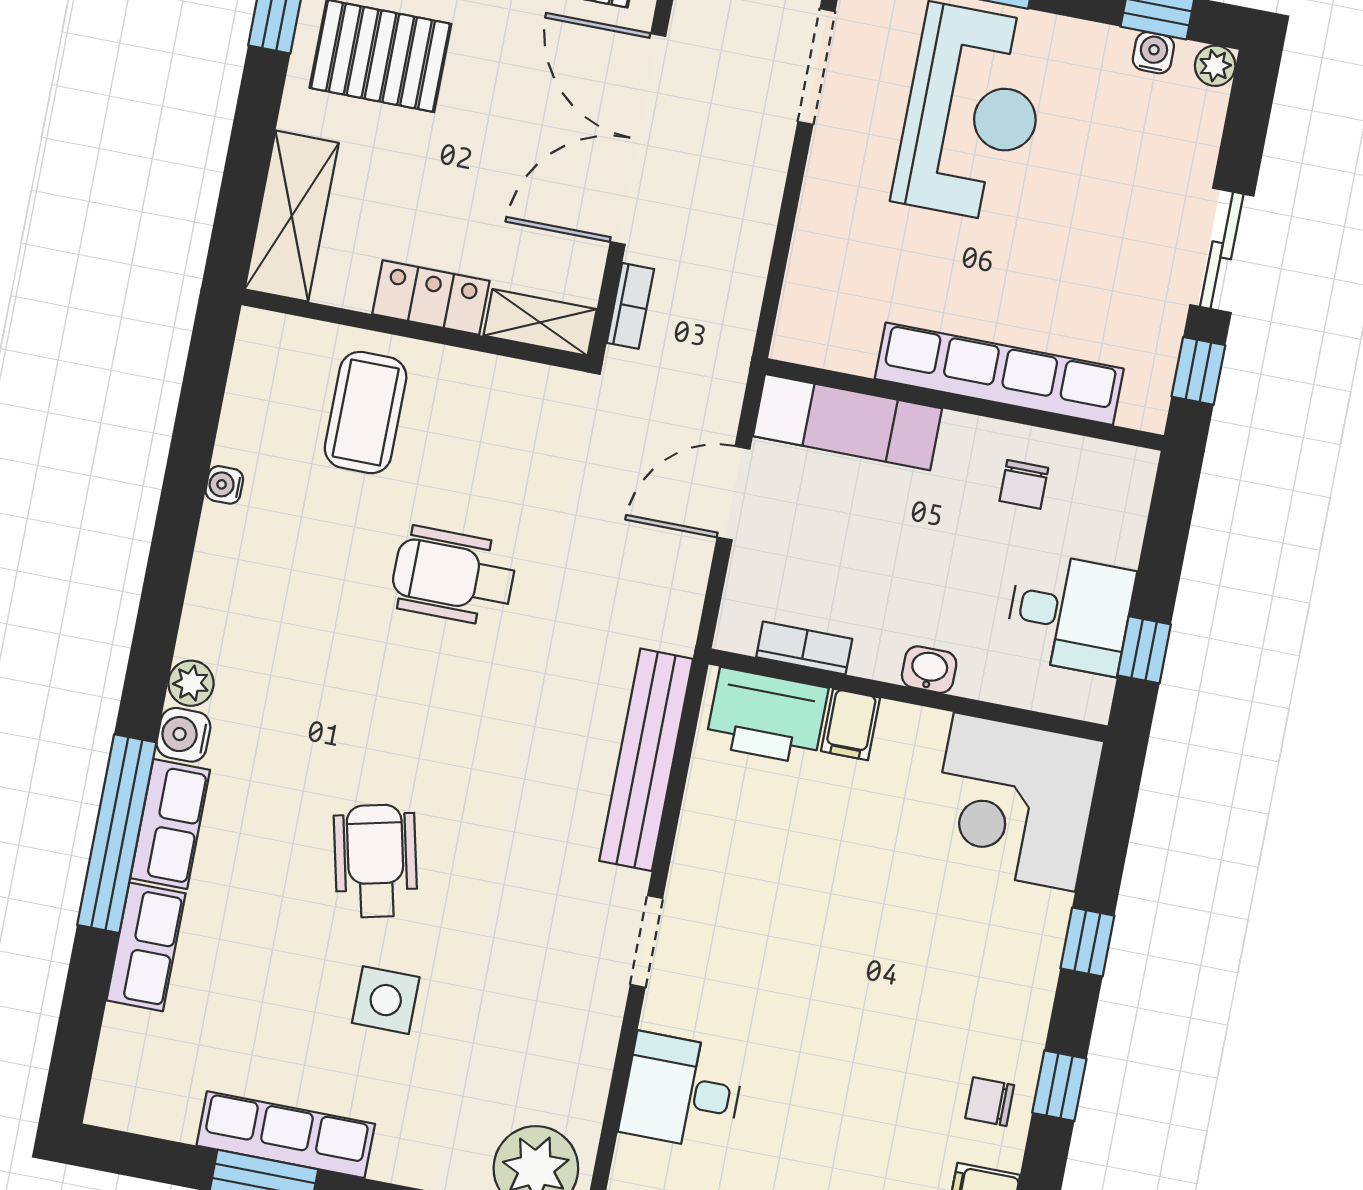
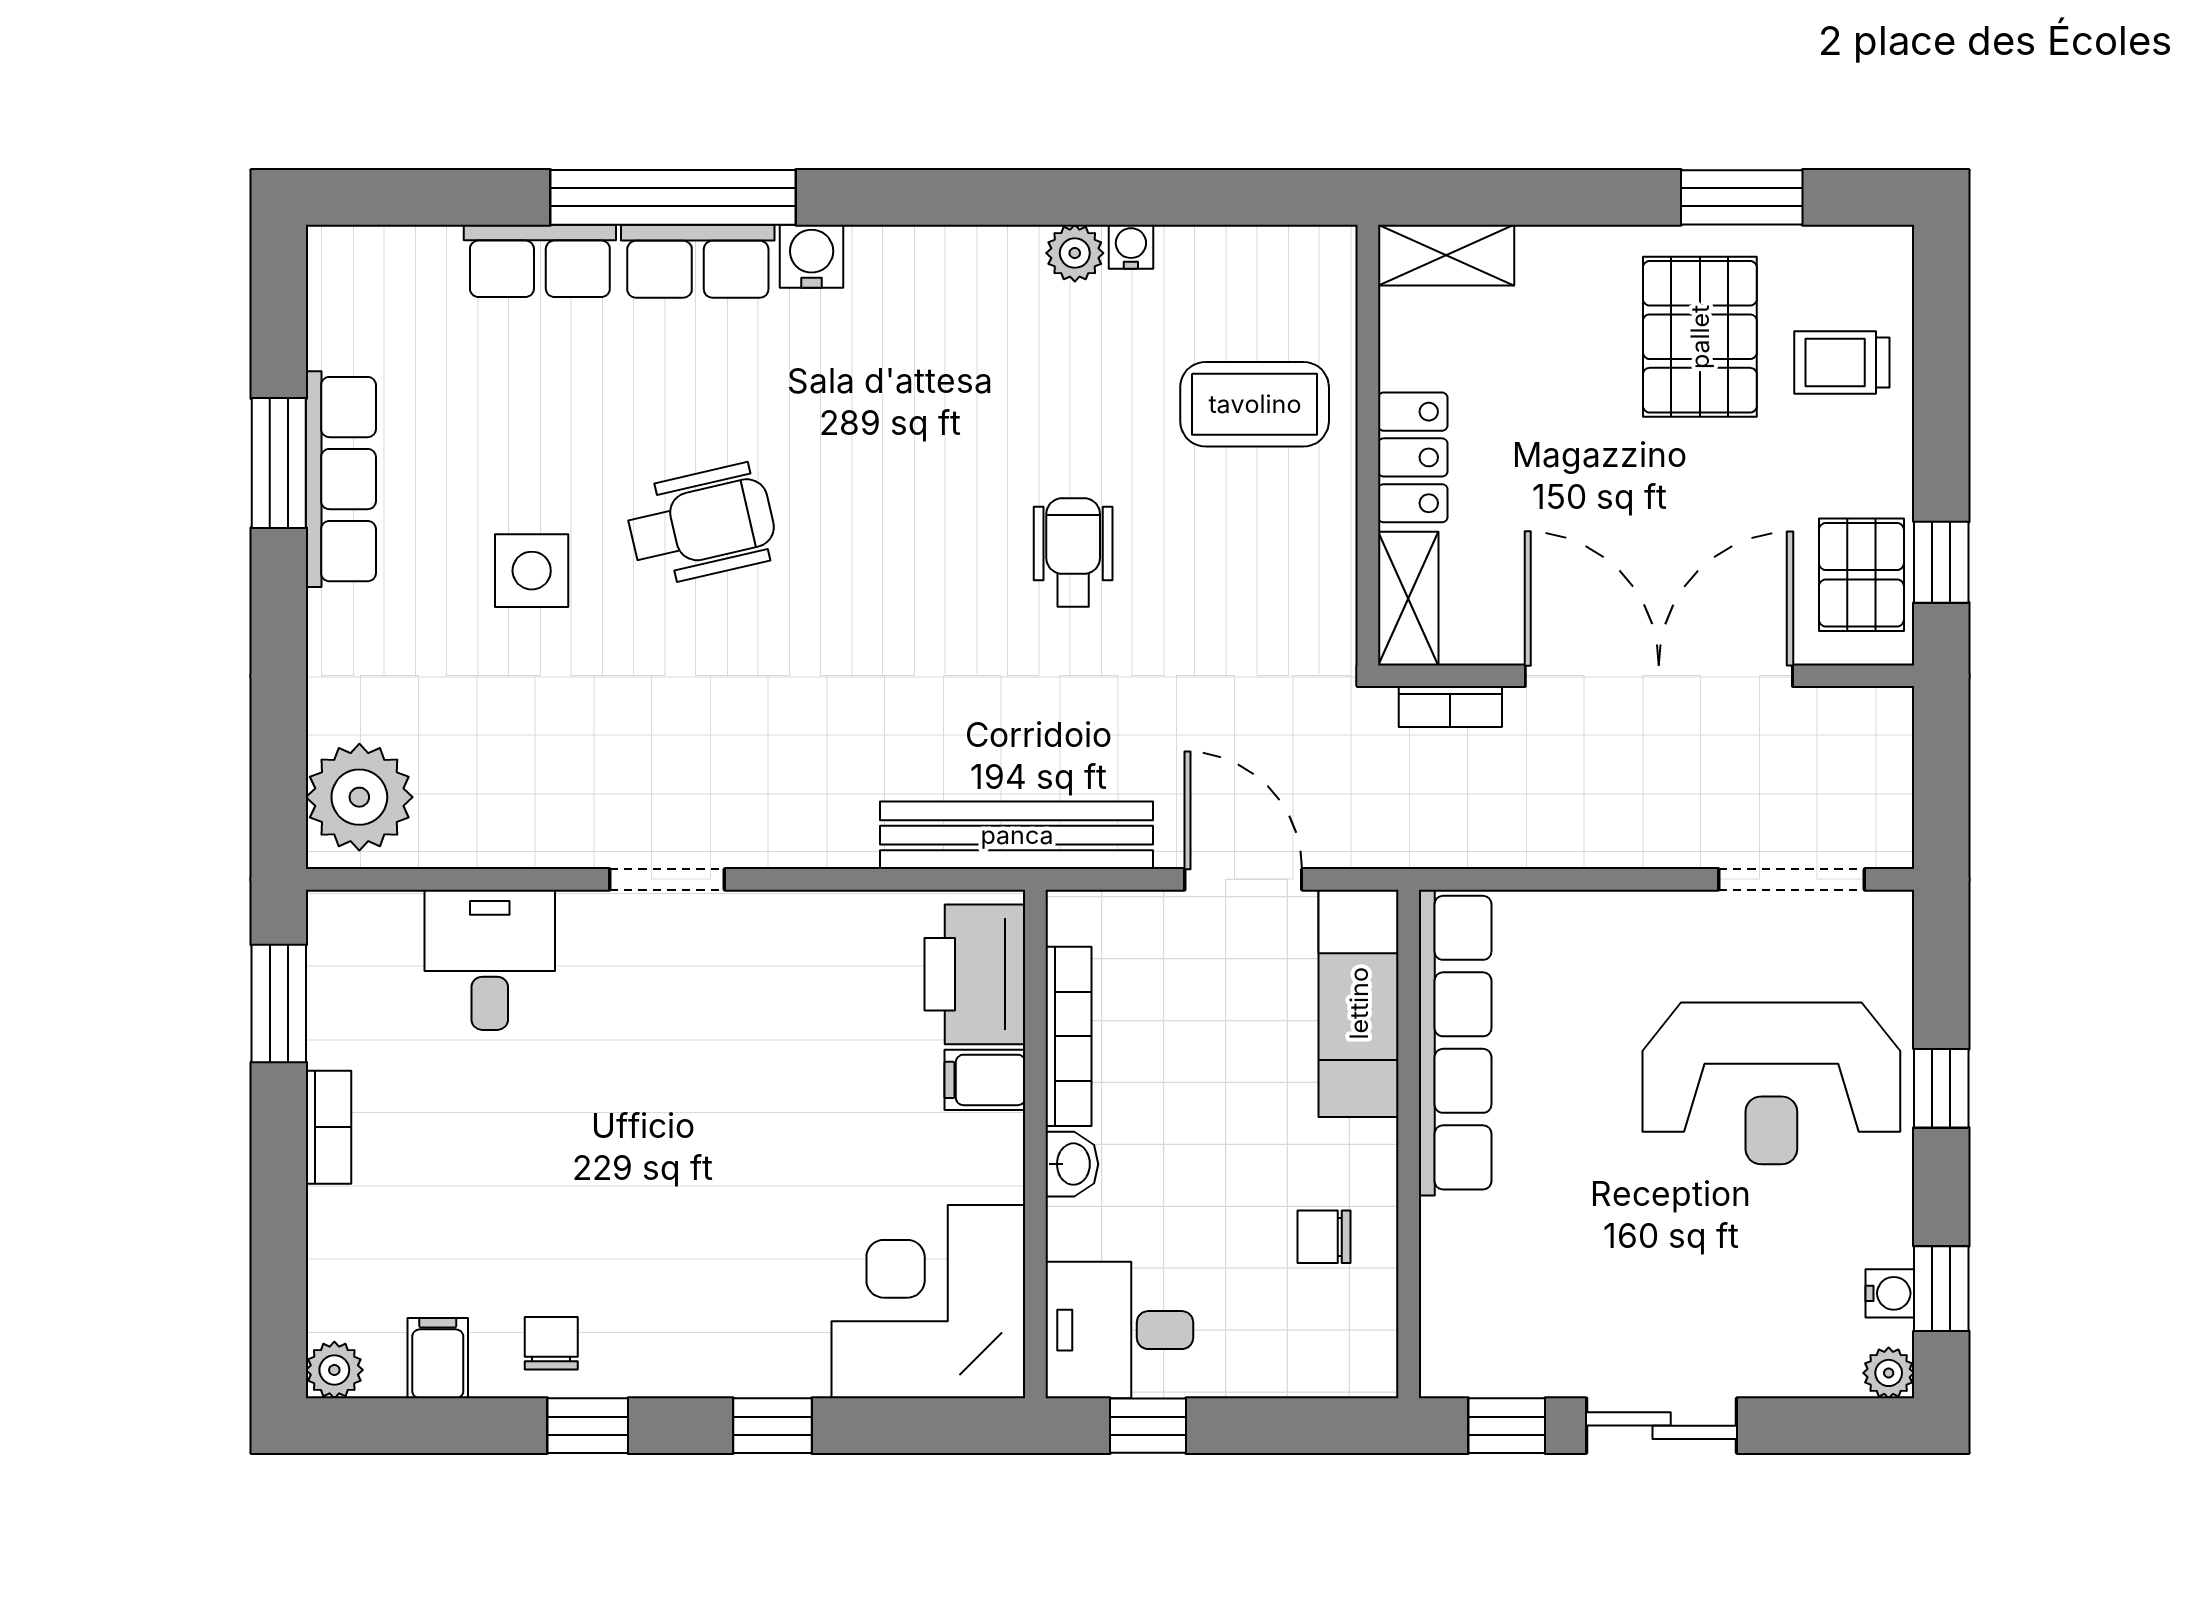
shelving: (292, 216) -> (1446, 255), width x0.67, depth x0.75
row of seats: (999, 374) -> (1455, 1043), moved
wheelchair: (453, 576) -> (1073, 552), width x0.73, depth x0.73
desk: (1070, 613) -> (1119, 1330), moved, turned 90
bookcase: (804, 648) -> (1069, 1036), width x1.56
plant: (191, 683) -> (1075, 253), moved
bench: (646, 760) -> (1017, 835), moved

